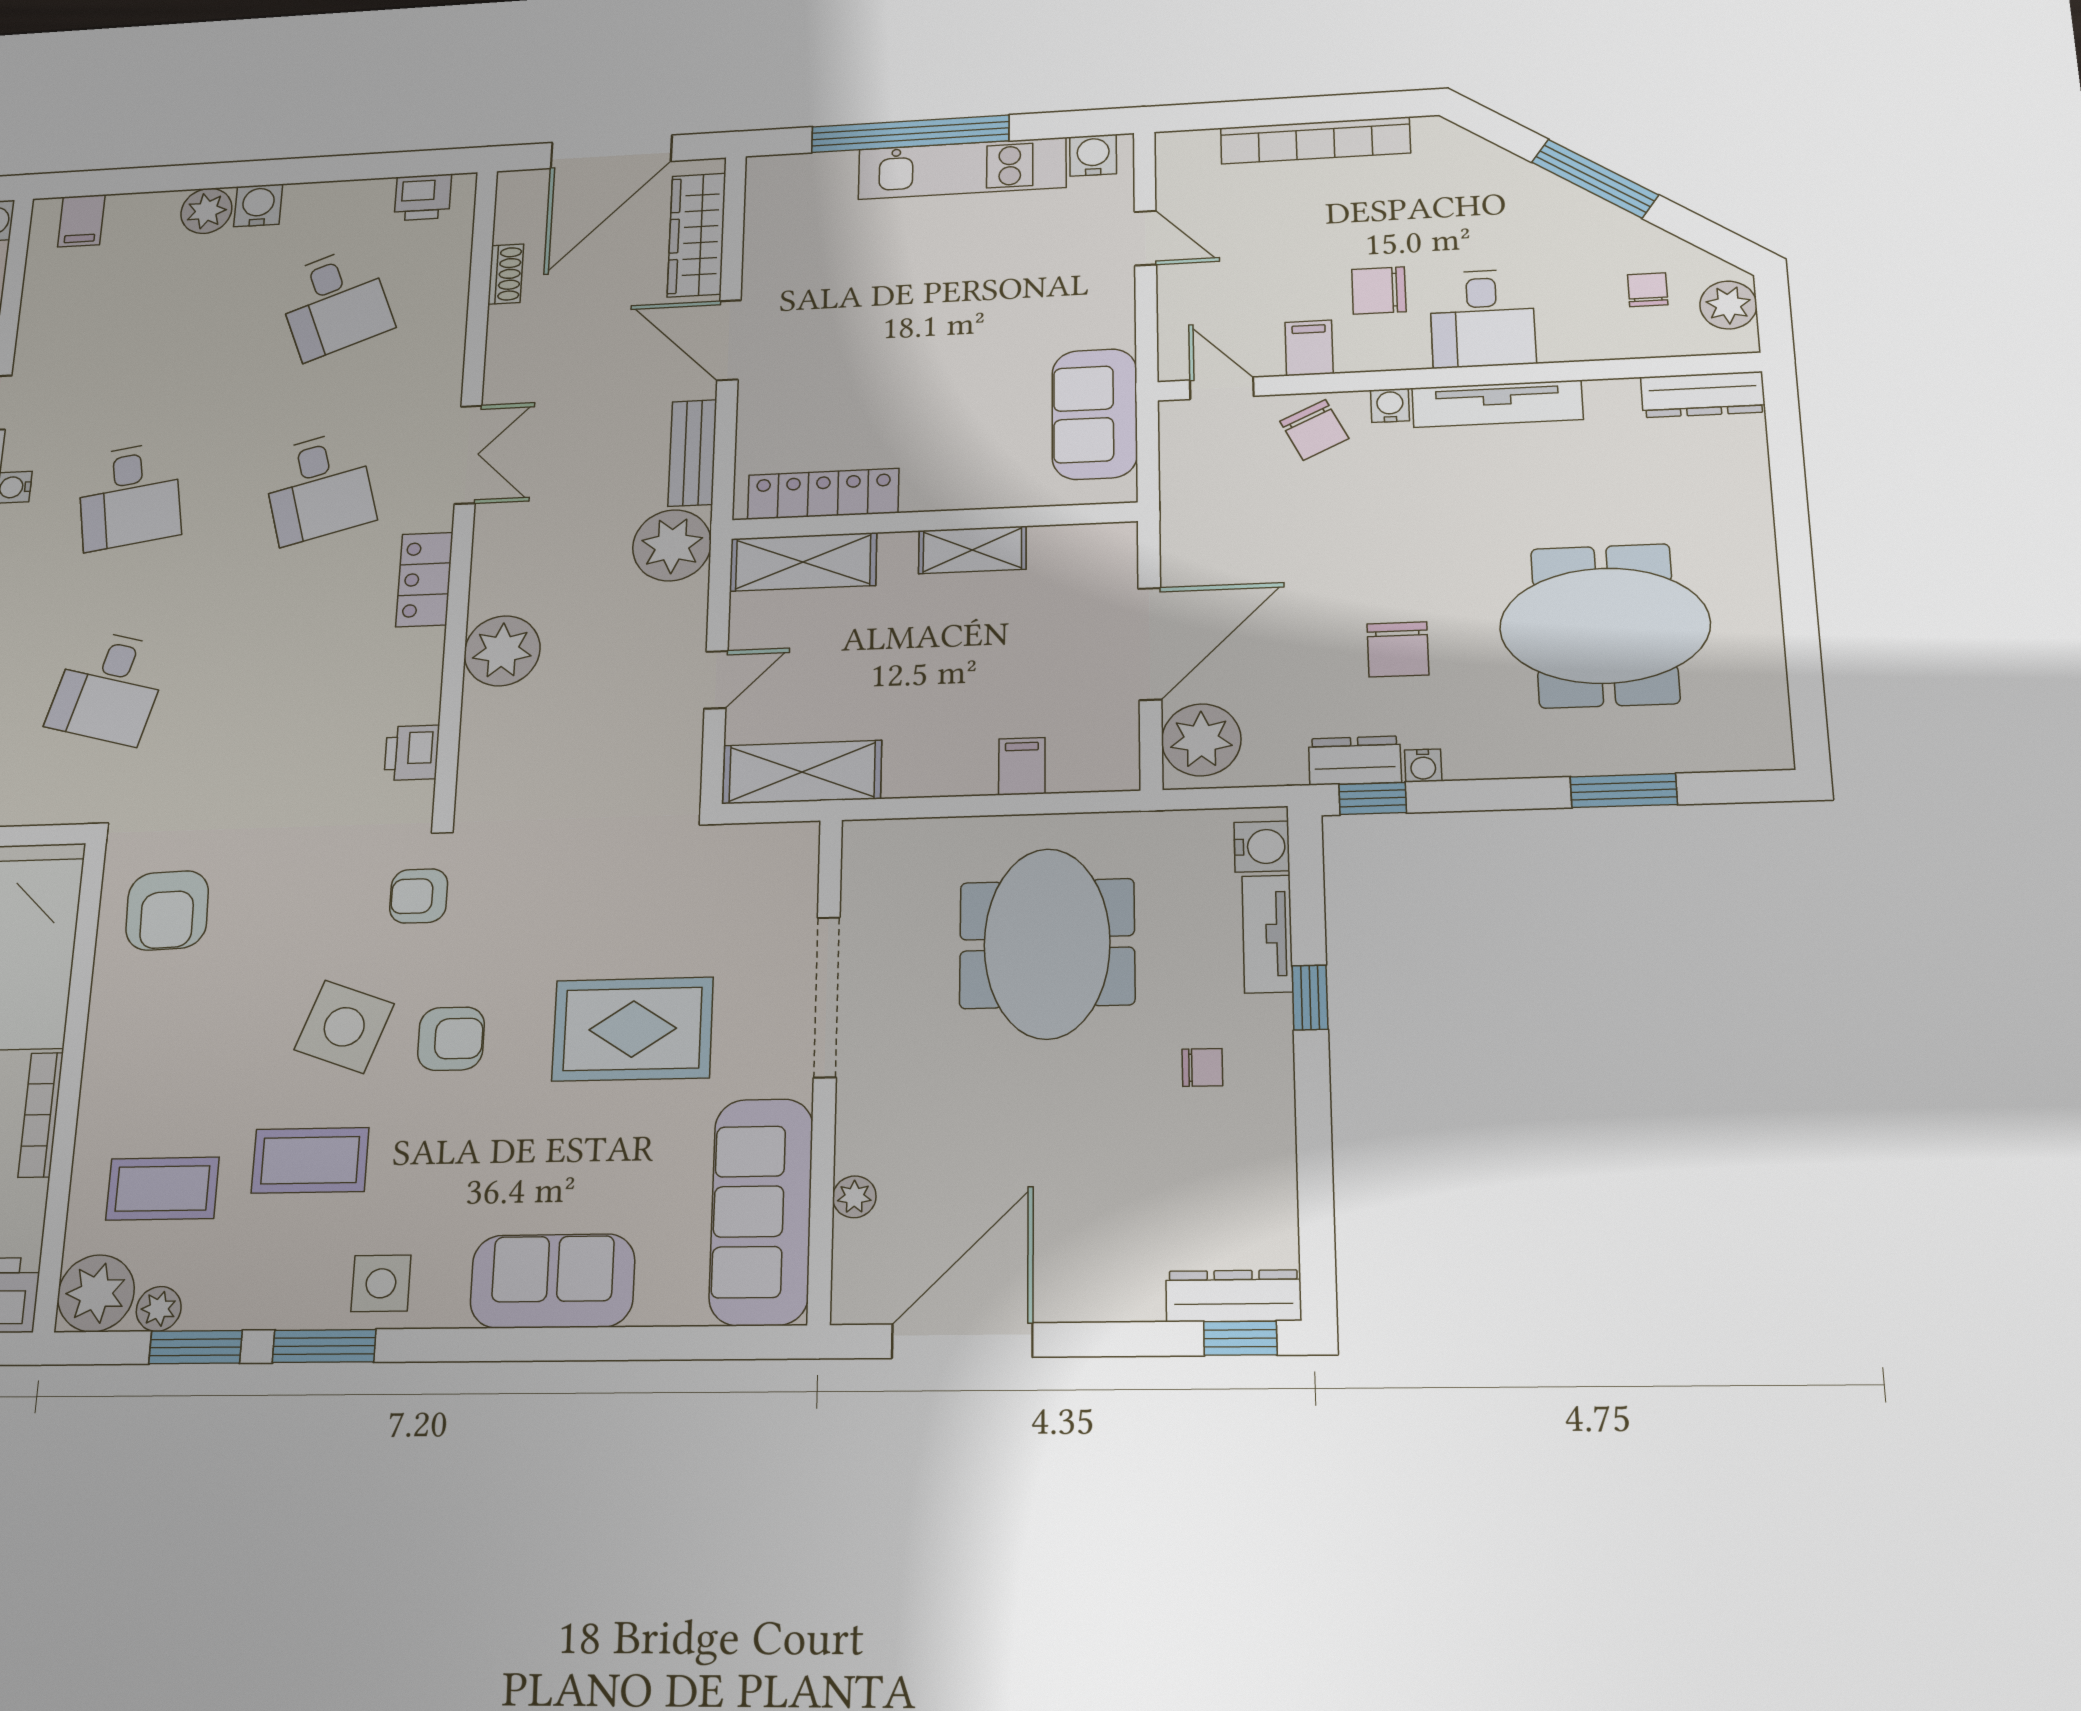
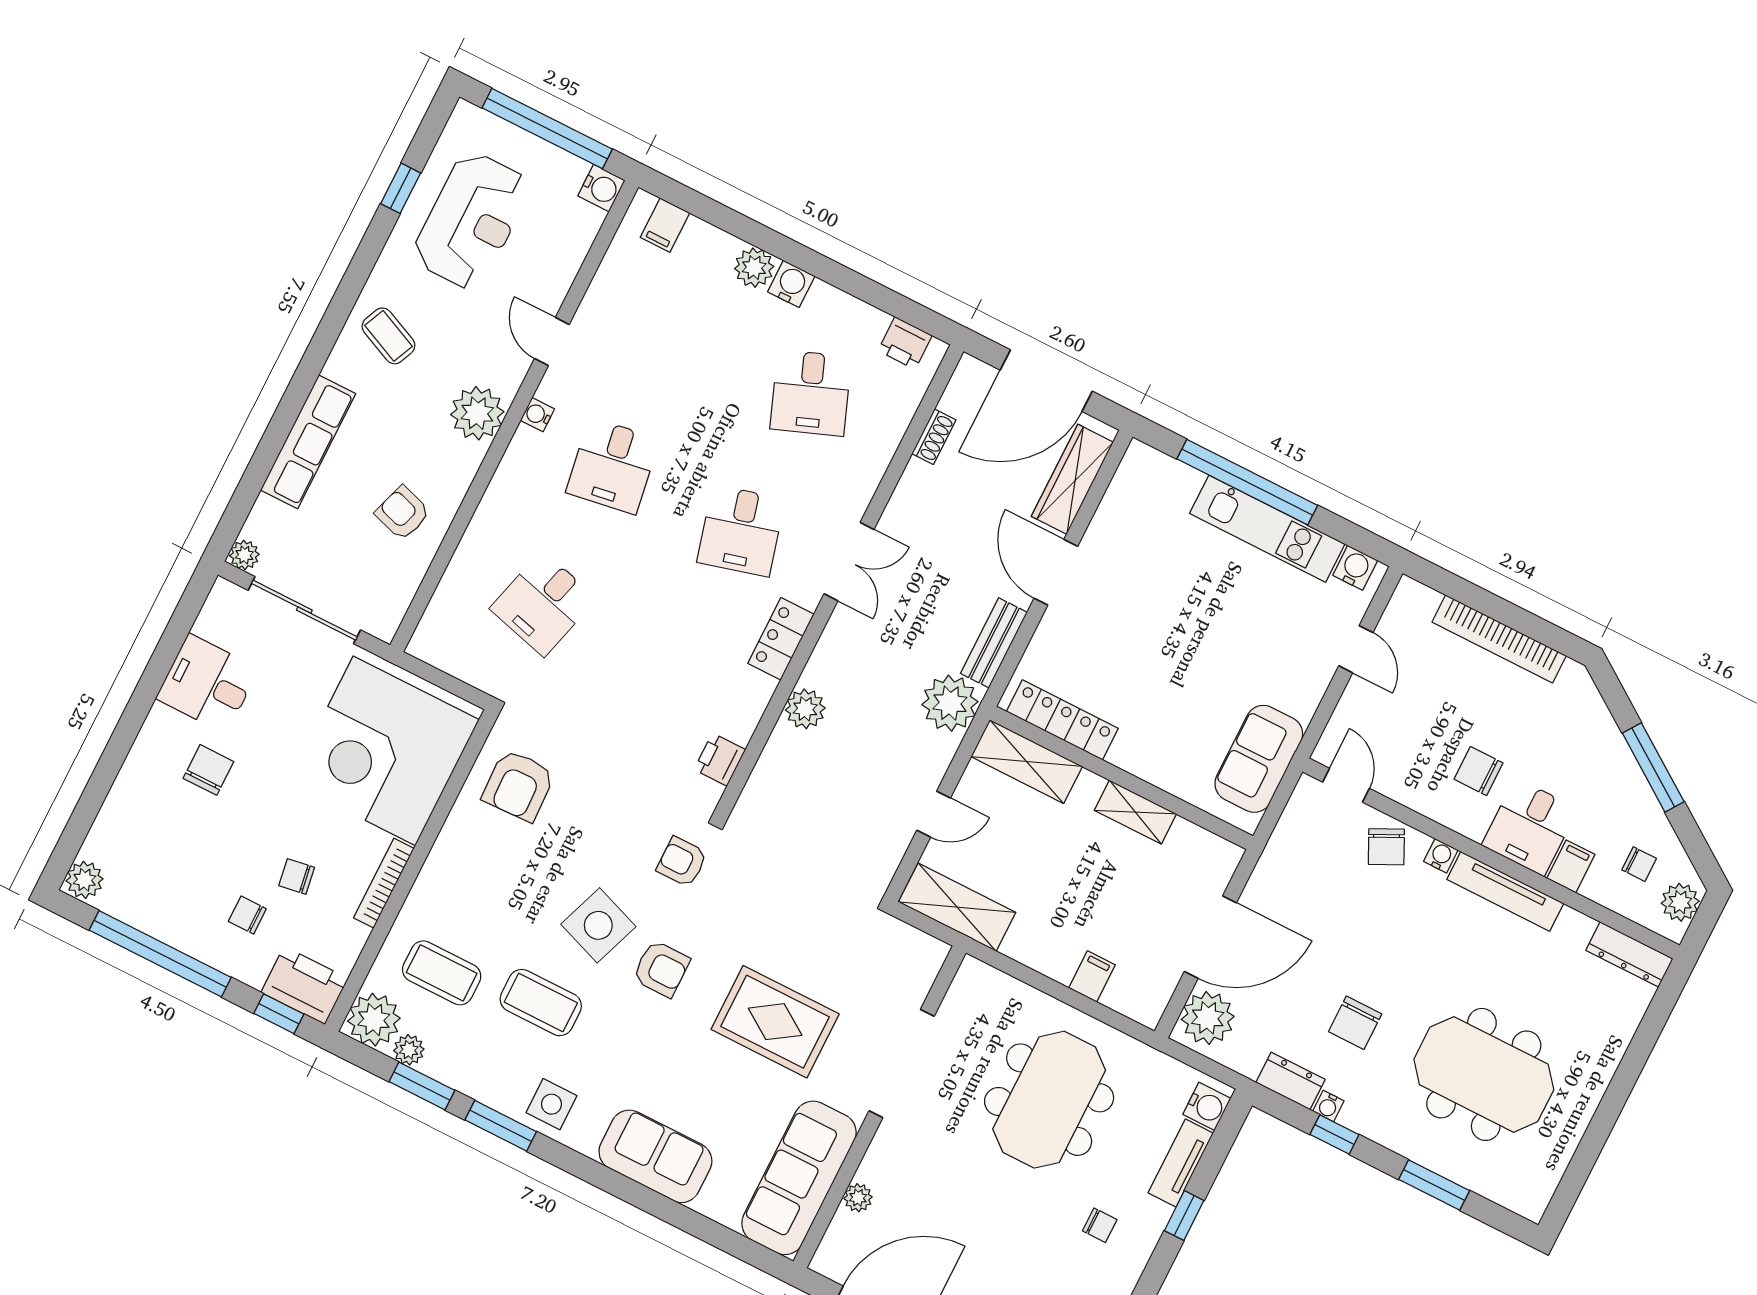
chair: (1648, 290) -> (1639, 864), turned 90
filing cabinet: (1309, 348) -> (1571, 866), moved
plant: (502, 651) -> (805, 709), width x0.73, depth x0.73
window: (1373, 798) -> (1334, 1135), moved

